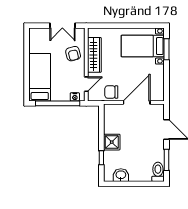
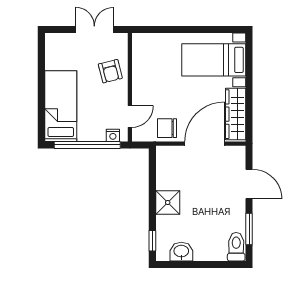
double door: (62, 26) -> (94, 30), swing flipped
window: (167, 49) -> (249, 65), removed
wardrobe: (94, 55) -> (236, 114), moved, turned 180
window: (101, 158) -> (152, 241), moved

